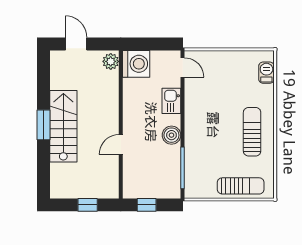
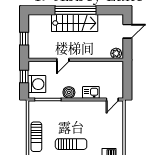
washing machine: (136, 64) -> (37, 84), moved, turned -90
window: (43, 125) -> (75, 10), width x2.11
door: (121, 145) -> (63, 60), swing flipped

